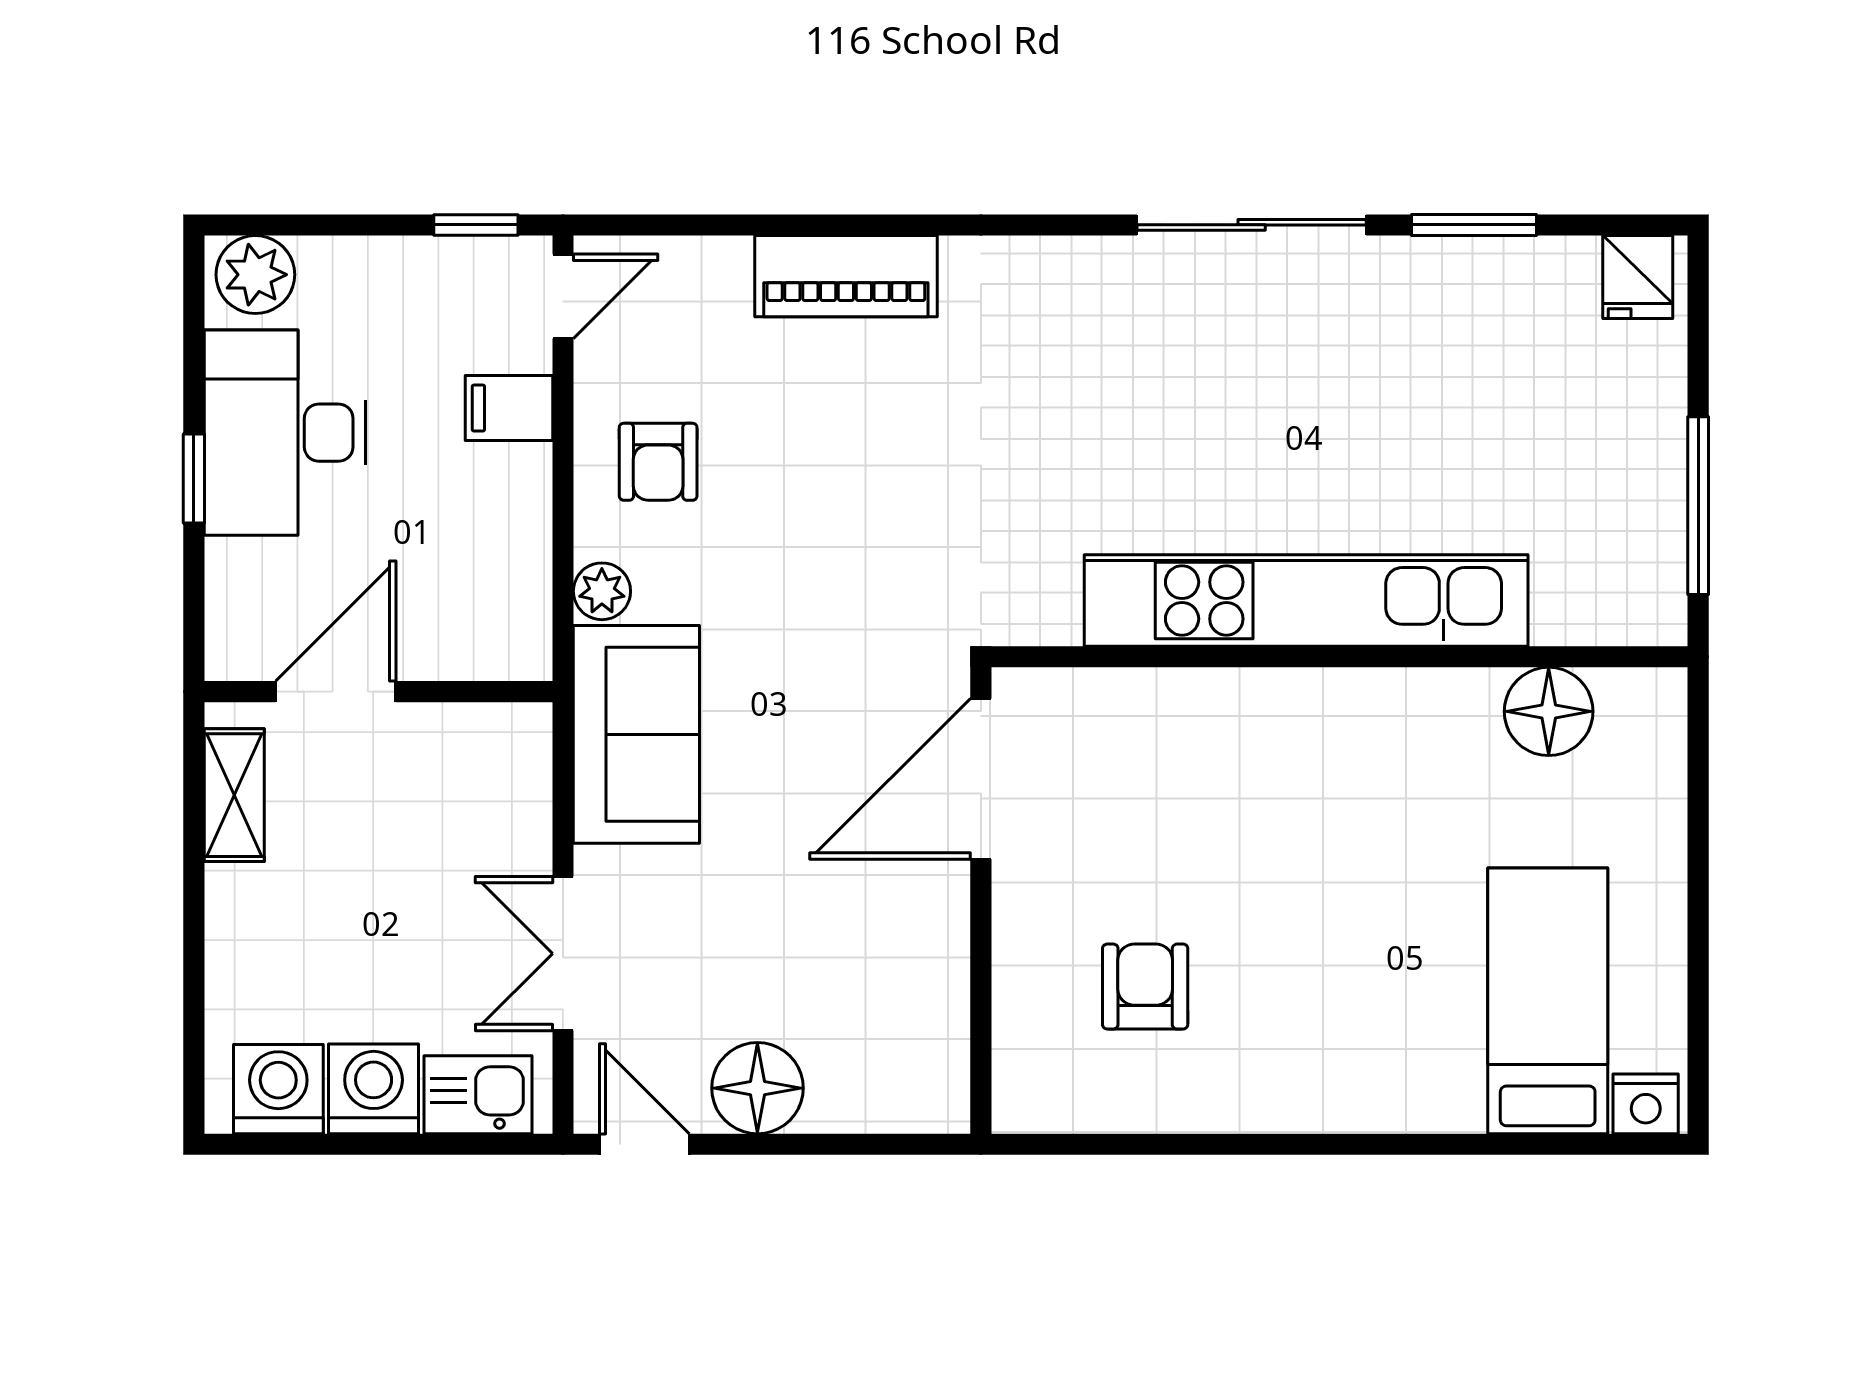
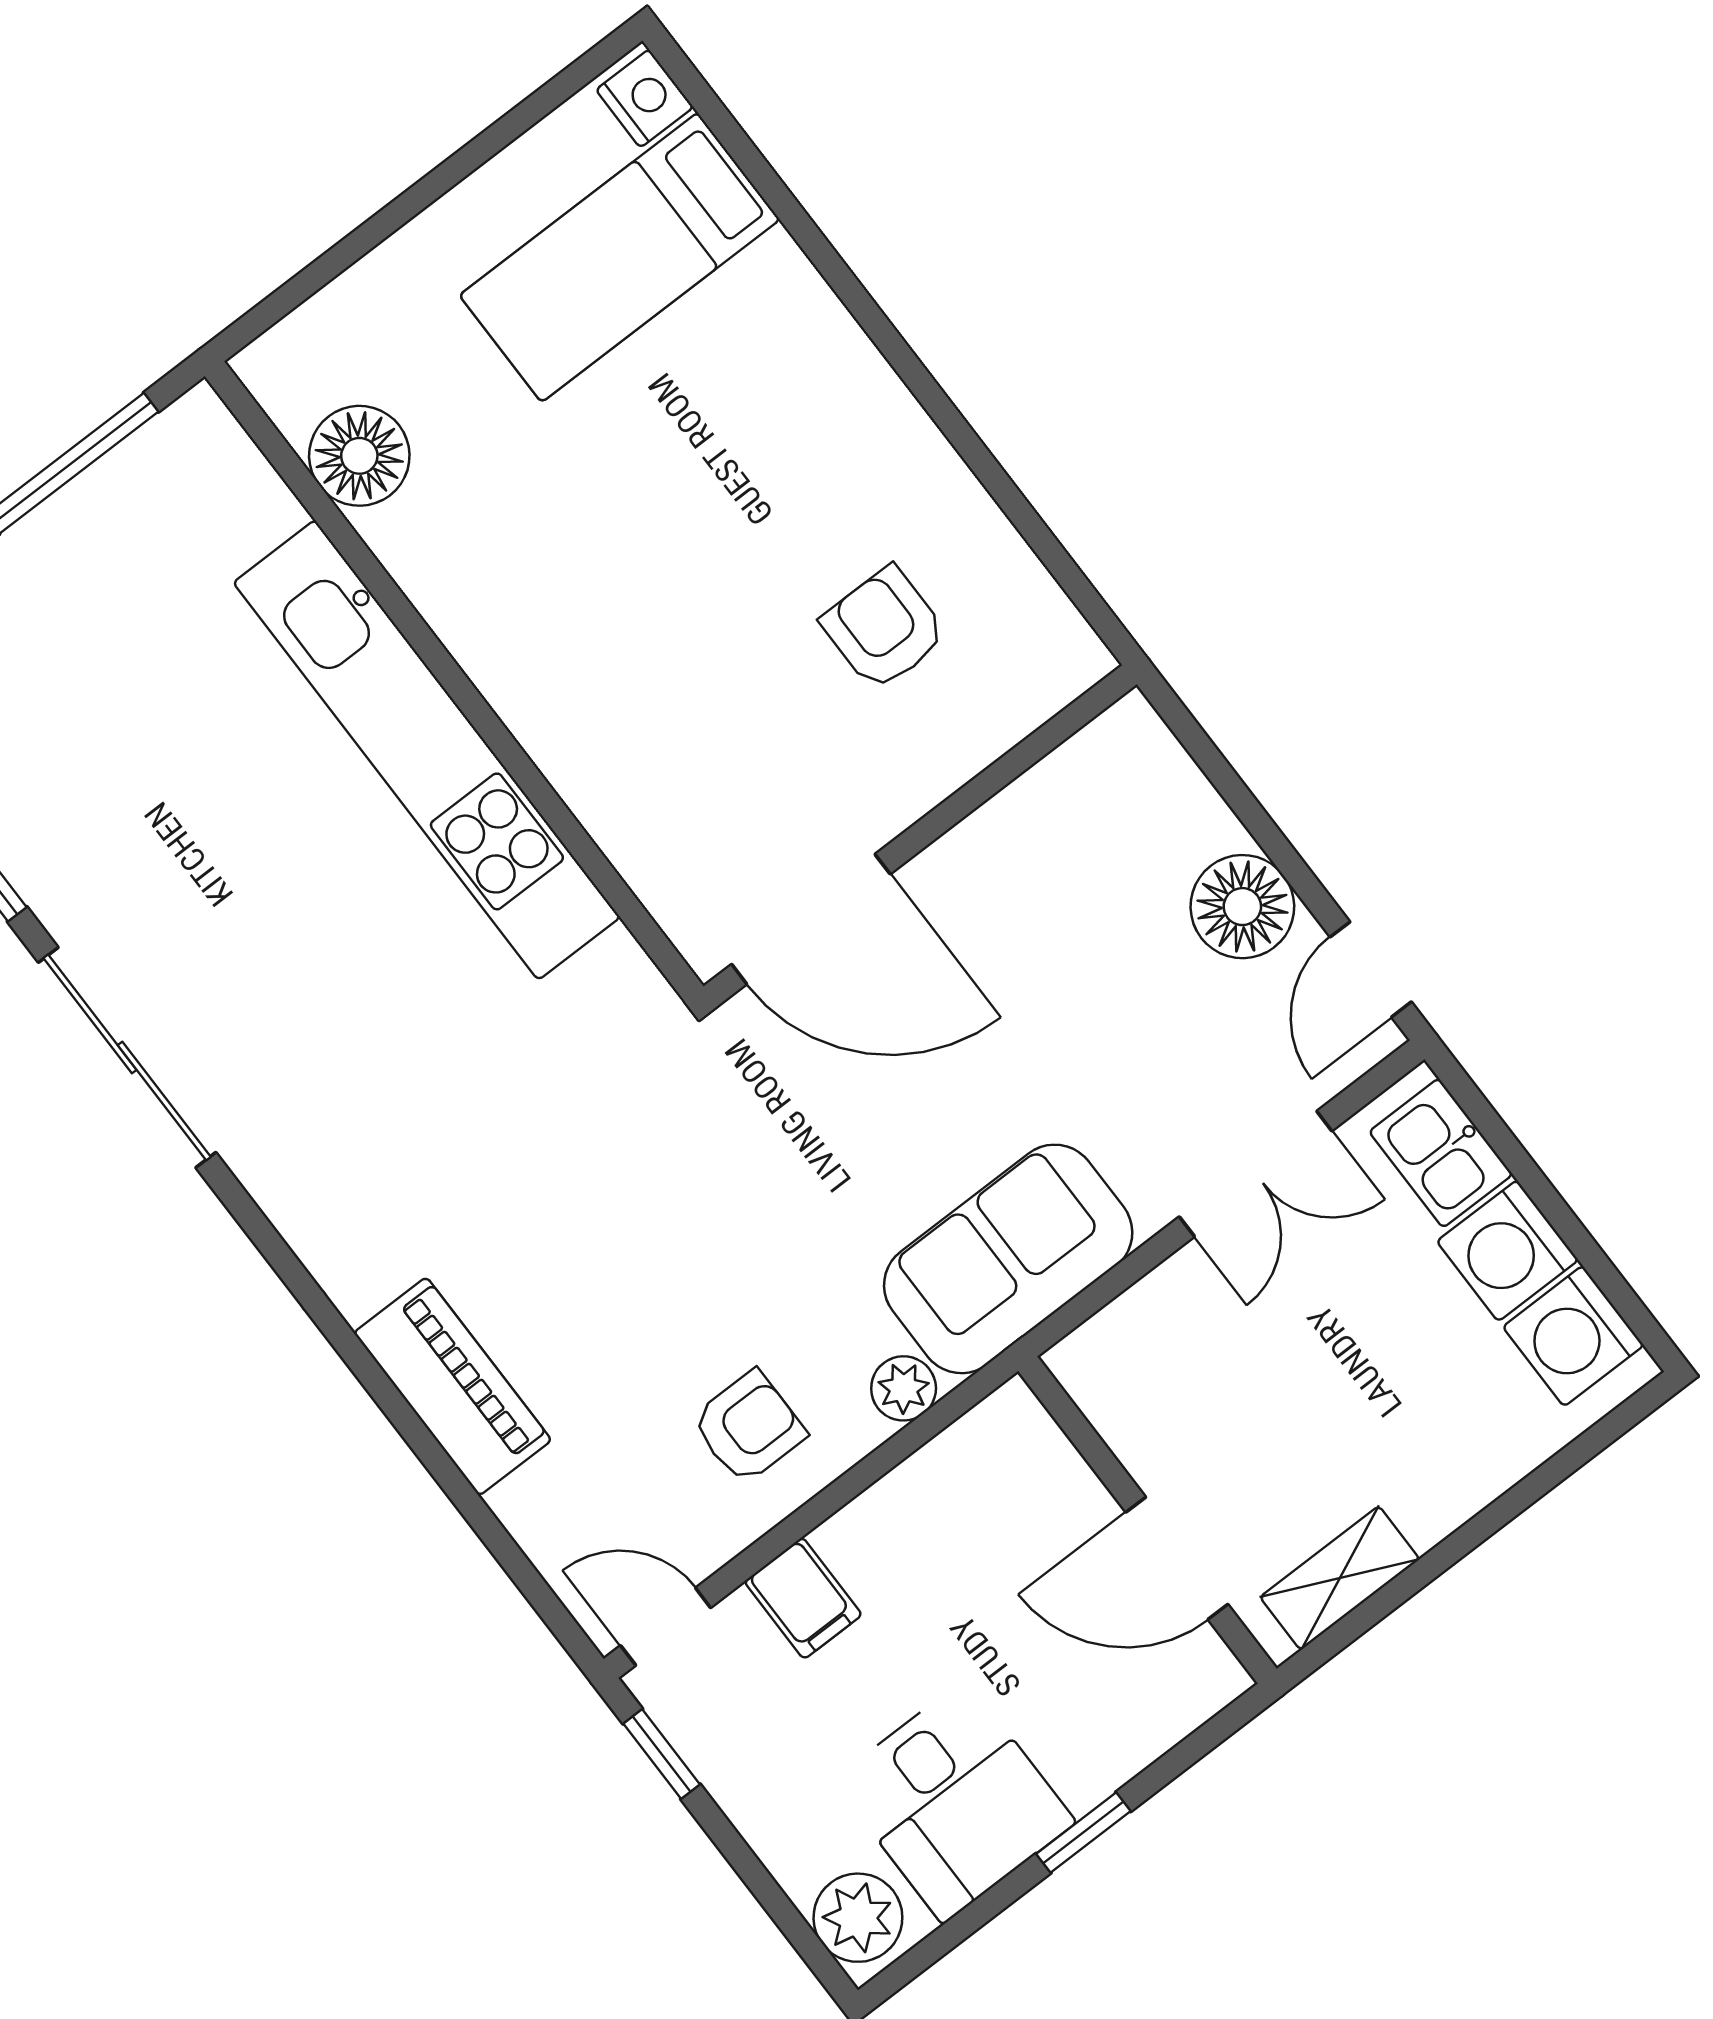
desk: (285, 433) -> (954, 1801), width x0.73
armchair: (1145, 987) -> (884, 629), turned 90

